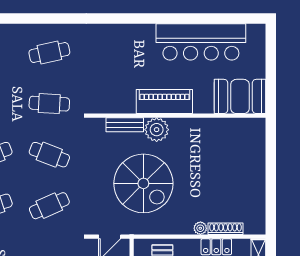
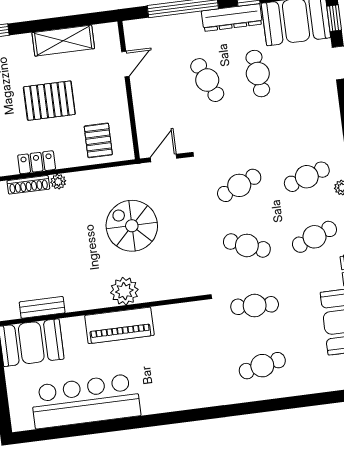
bench: (125, 125) -> (42, 307), moved
spiral stairs: (143, 183) -> (132, 226), width x0.73, depth x0.73

